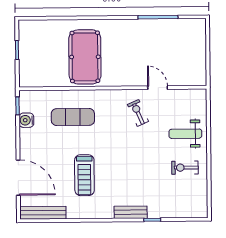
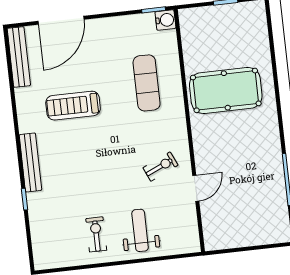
water cooler: (26, 120) -> (165, 20), moved, turned 90
bench: (131, 212) -> (30, 162), width x1.36

